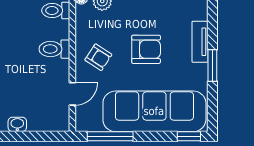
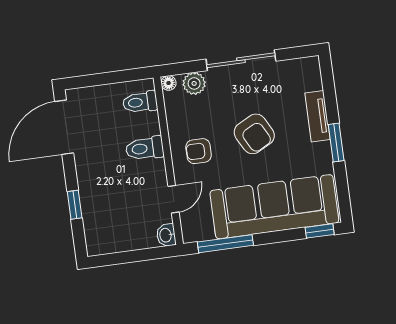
armchair: (146, 49) -> (254, 134), turned 62
armchair: (98, 57) -> (199, 151), turned 147
washbasin: (17, 124) -> (166, 235), moved, turned -90

